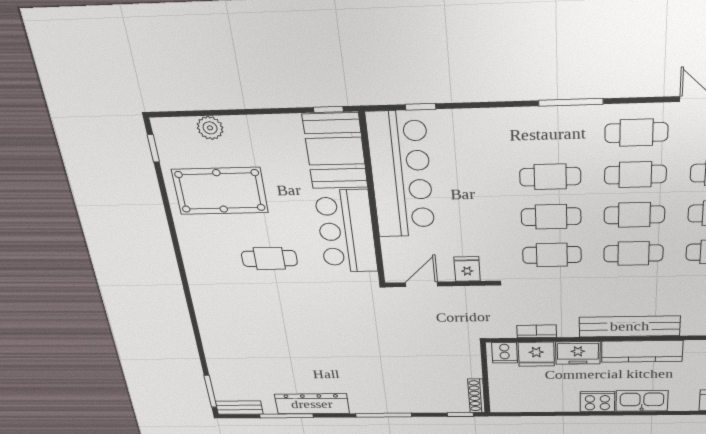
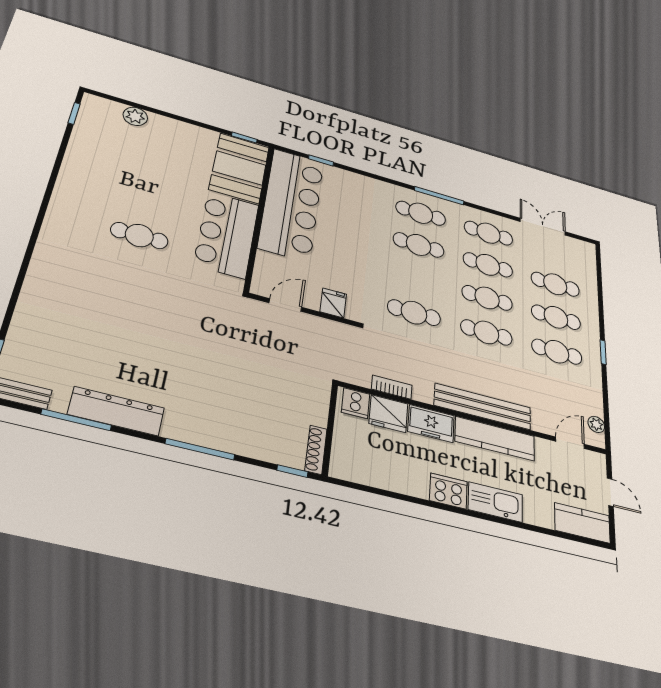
pool table: (220, 191) -> (119, 164), removed
cafe table: (551, 217) -> (421, 213), moved

